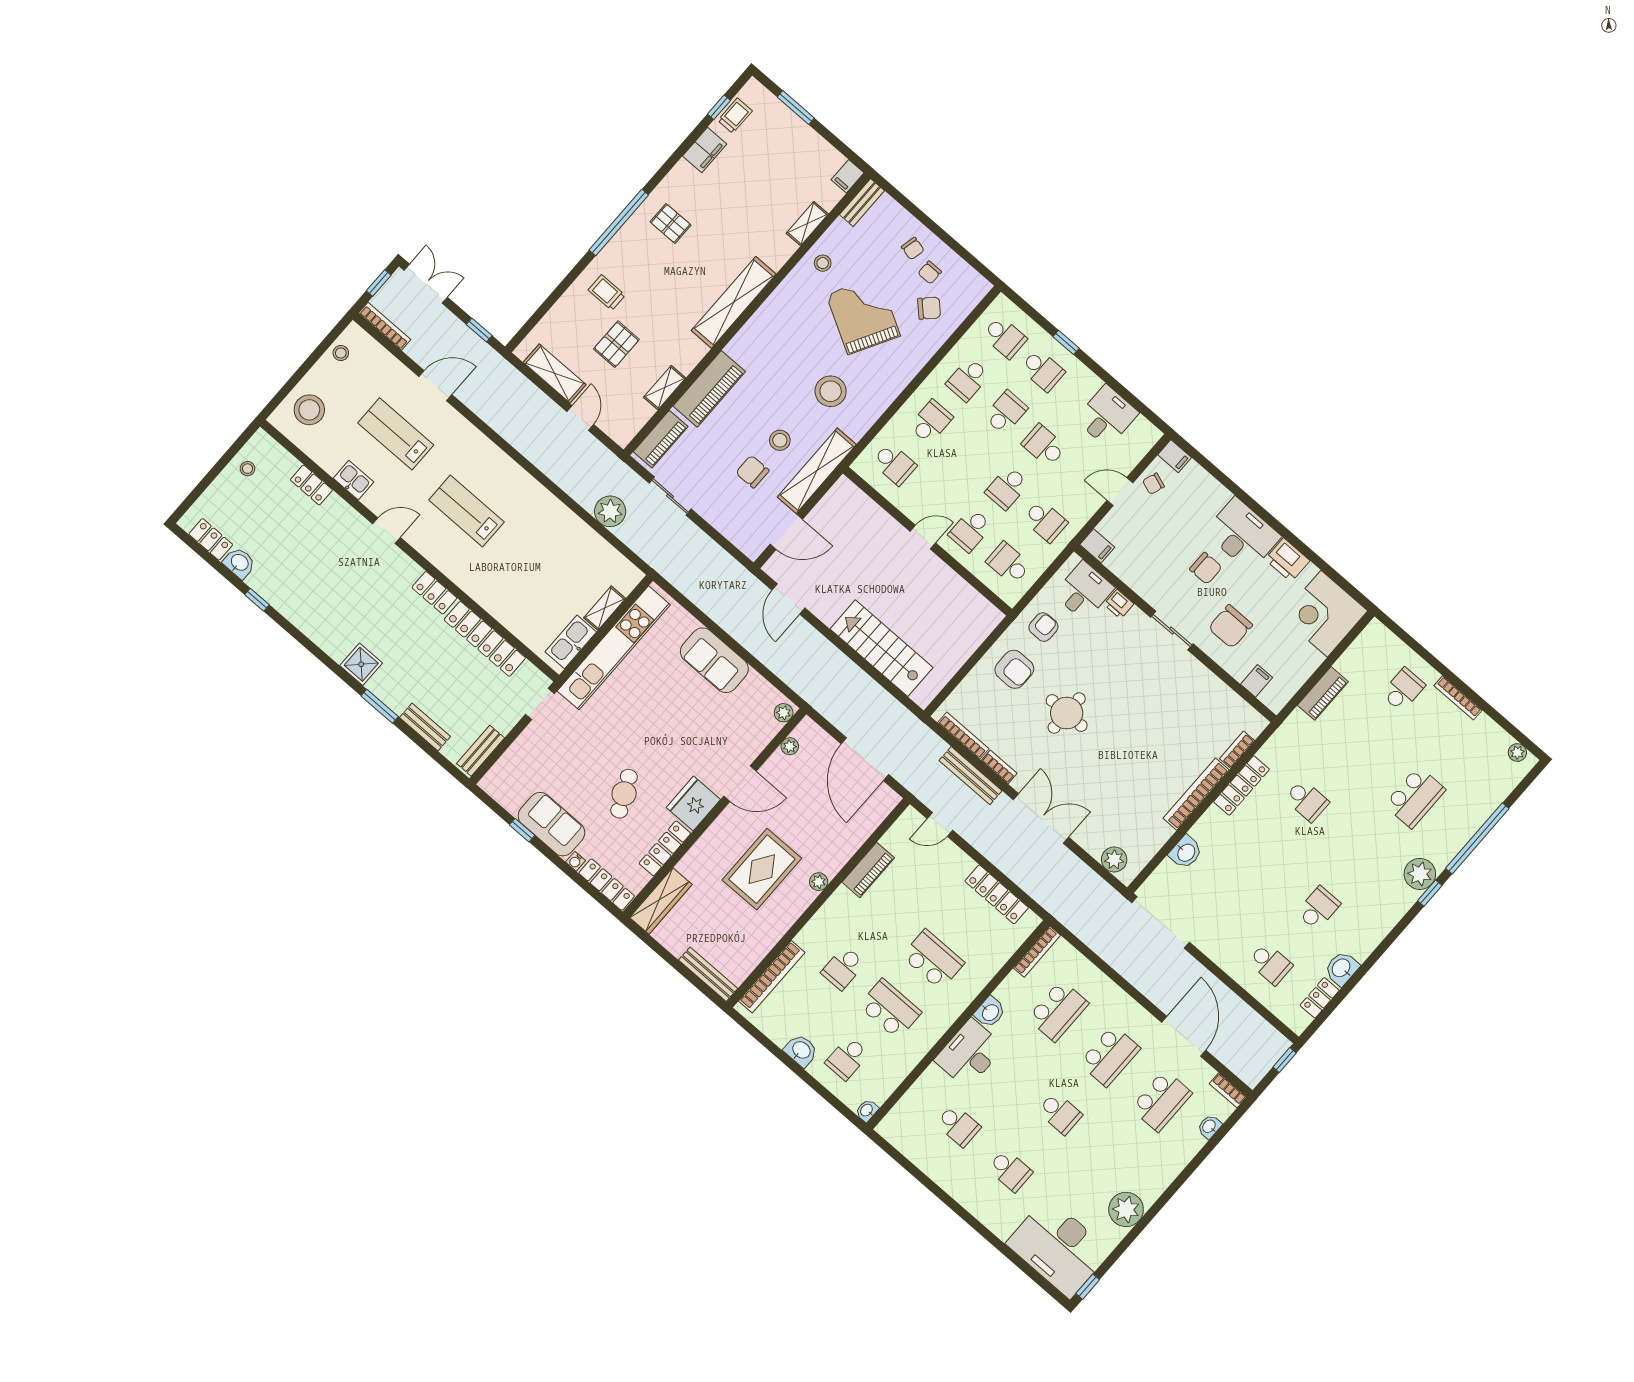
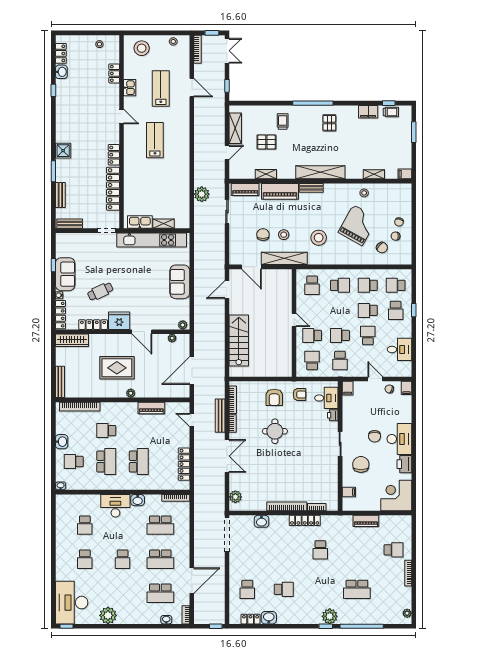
bench: (862, 203) -> (311, 188), moved
school desk: (1005, 337) -> (396, 285), turned 90
school desk: (1006, 413) -> (368, 310), turned 180
chair: (1230, 626) -> (361, 464), turned 90

